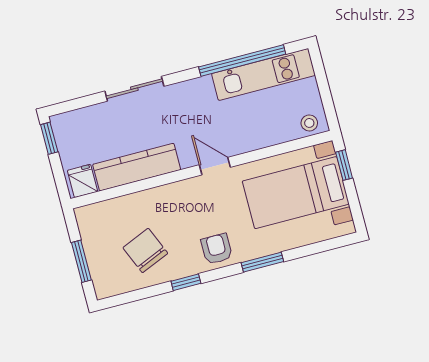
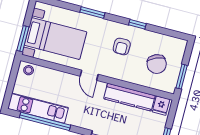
window: (344, 165) -> (23, 39), width x1.50
armchair: (217, 249) -> (122, 46), moved
chair: (145, 250) -> (157, 64), moved
window: (81, 261) -> (182, 77), moved

